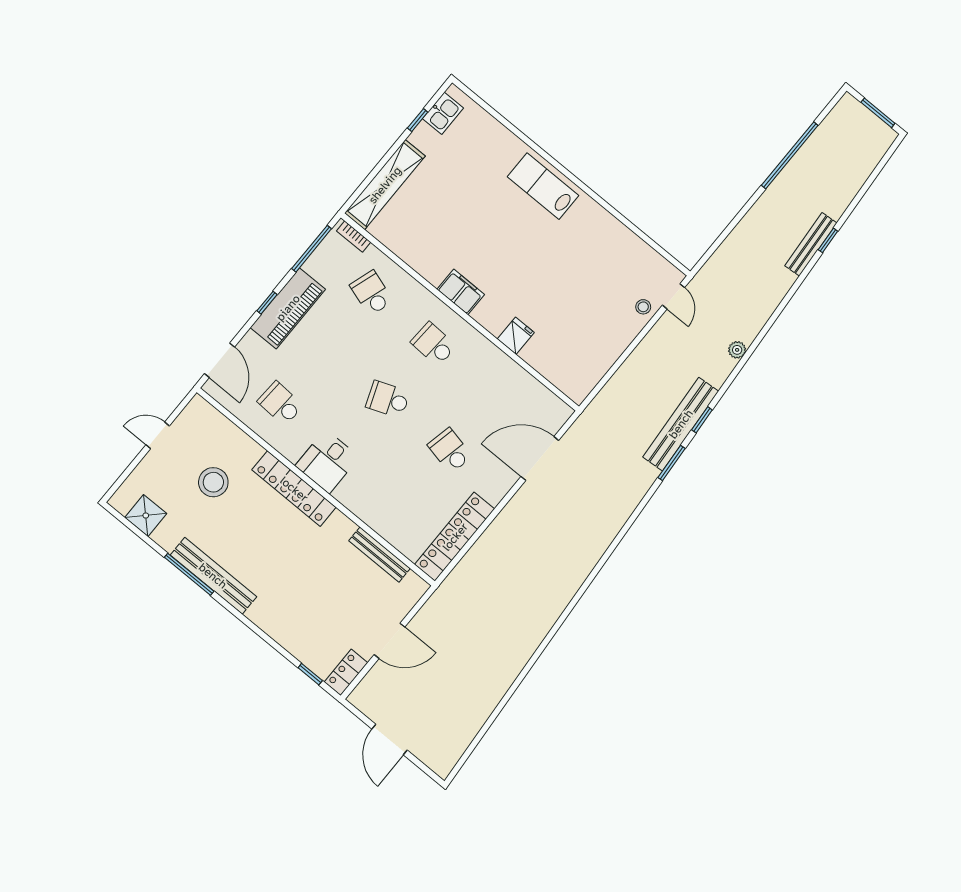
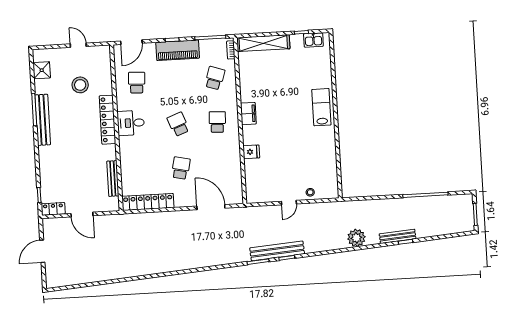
door: (674, 296) -> (289, 203), moved
plant: (737, 350) -> (356, 238), moved, width x1.88, depth x1.88

